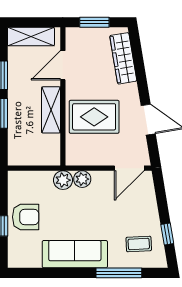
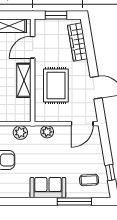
rug: (94, 117) -> (56, 85), turned 90
plant: (63, 180) -> (20, 133), moved
sofa: (75, 254) -> (48, 188), width x0.73

